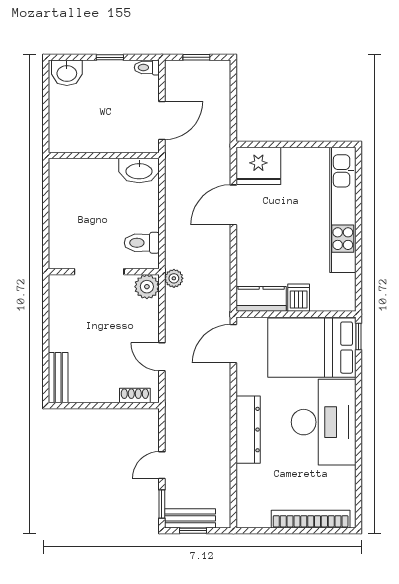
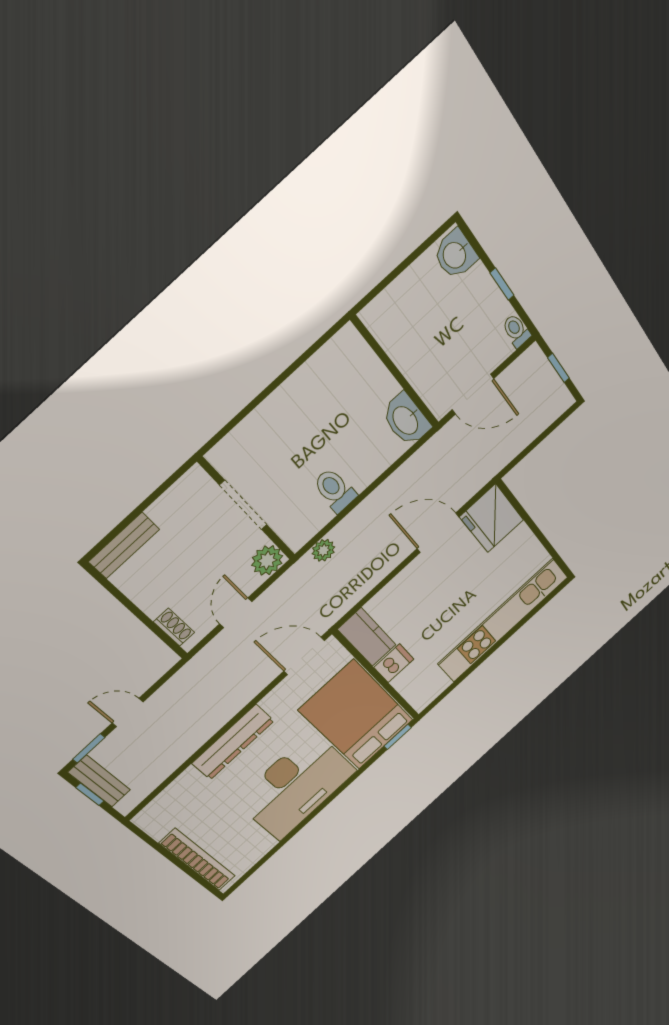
doorway: (99, 272) -> (243, 505), moved
wall: (104, 272) -> (247, 509), moved
plant: (147, 287) -> (267, 560), moved

